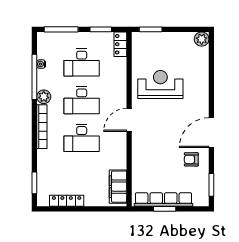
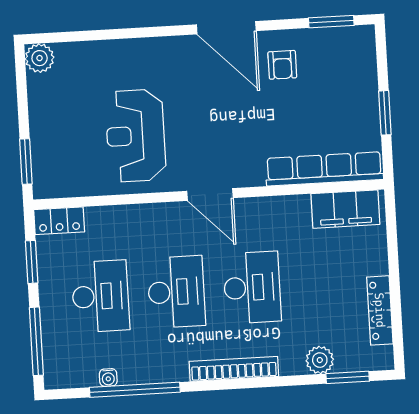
plant: (44, 97) -> (320, 360), moved
row of seats: (164, 200) -> (324, 169), moved, turned 90

